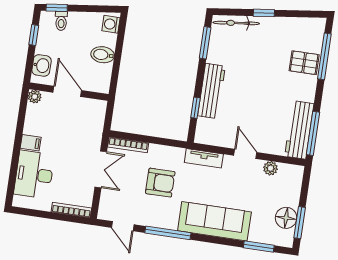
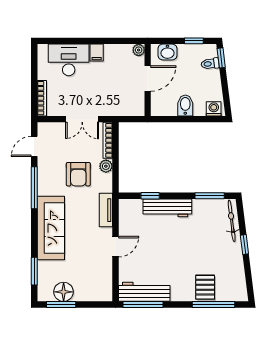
plant: (270, 168) -> (106, 166), moved

